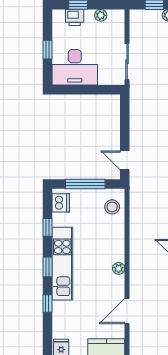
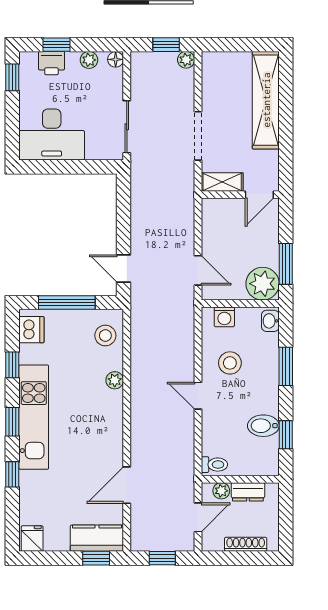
floor lamp: (119, 15) -> (116, 59), added
window: (47, 50) -> (12, 77), moved
plant: (119, 268) -> (115, 380), moved

